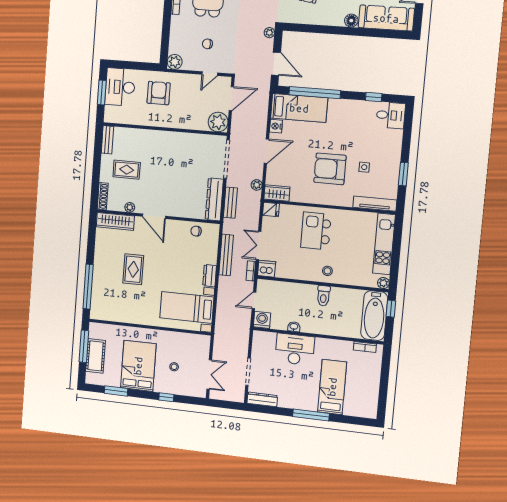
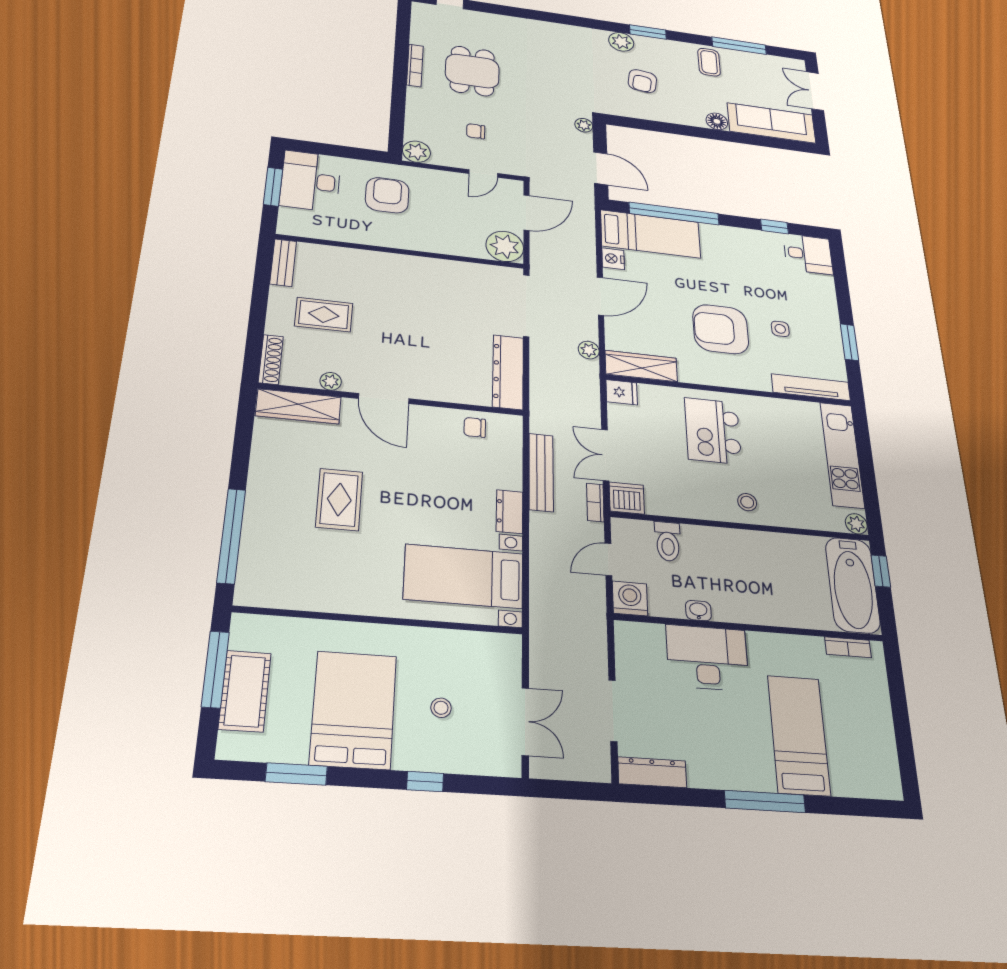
wardrobe: (277, 193) -> (641, 366), width x1.50
bench: (230, 203) -> (541, 379), removed
toilet: (323, 296) -> (668, 541), moved

